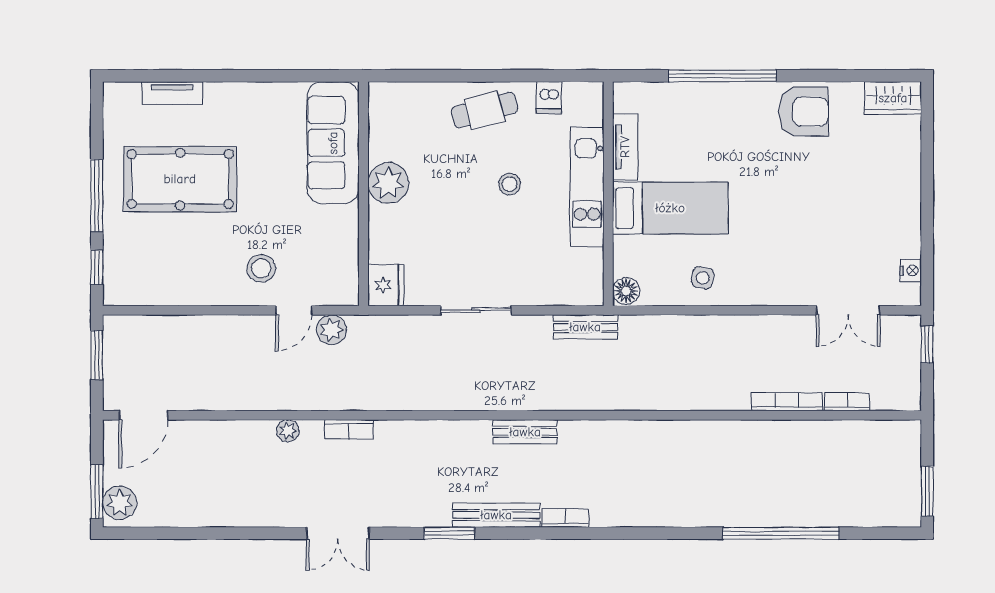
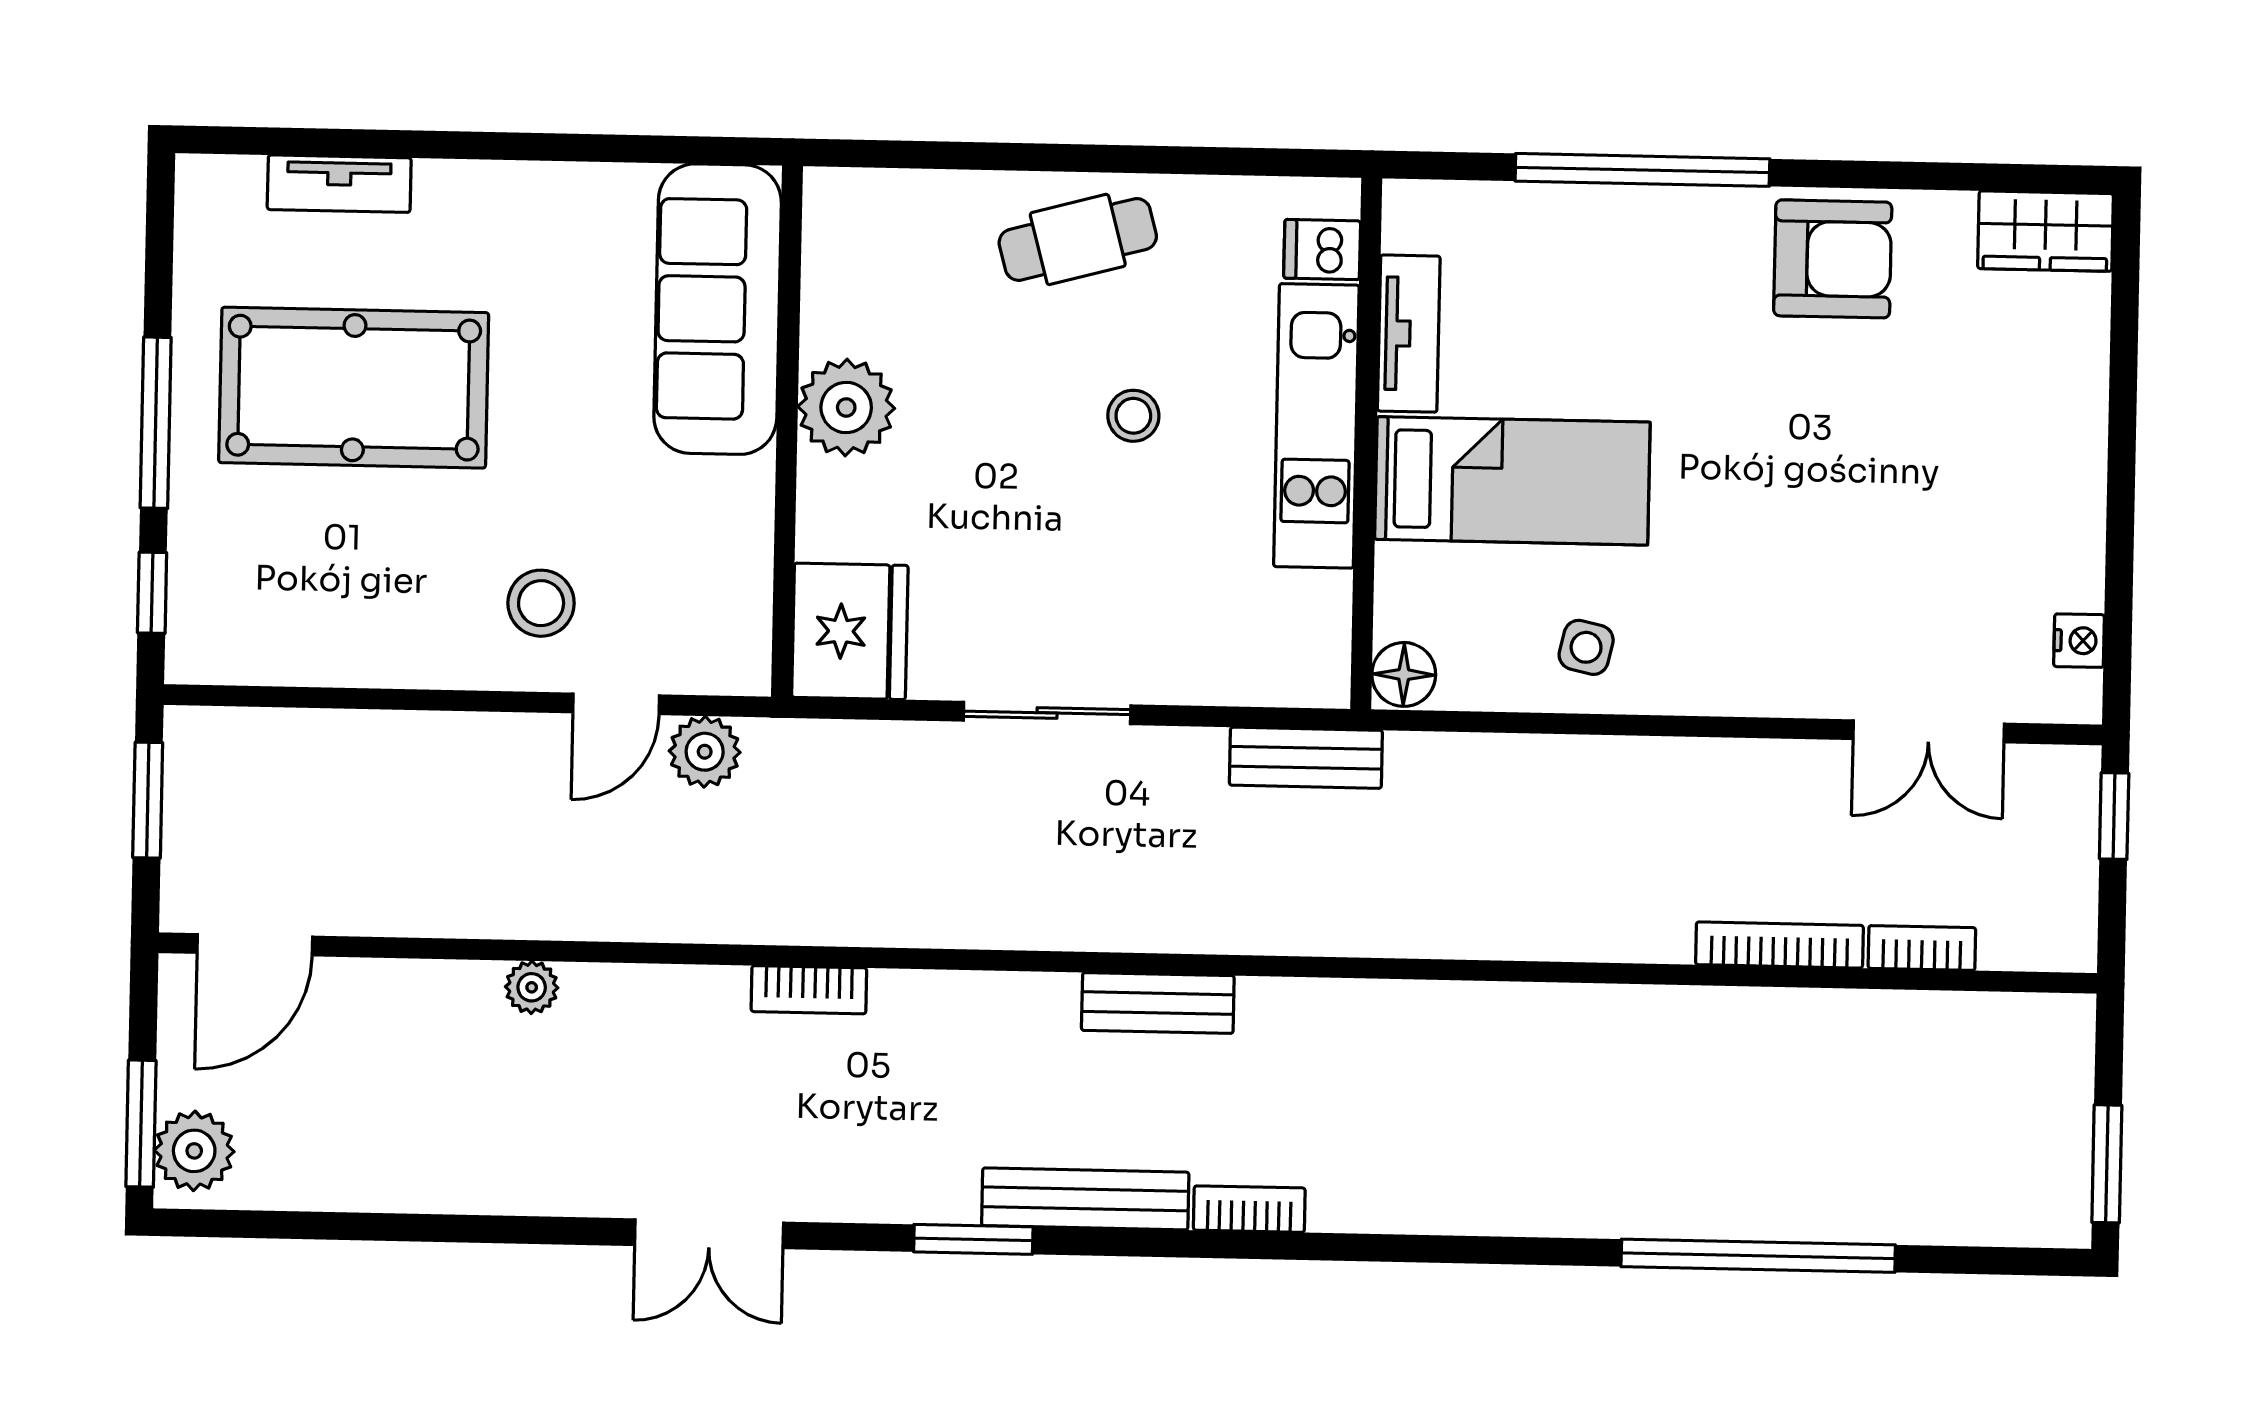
dishwasher: (549, 98) -> (1322, 250), moved, turned 90
fridge: (386, 285) -> (850, 631), width x1.36, depth x1.34
bookcase: (349, 429) -> (809, 990), moved
plant: (288, 431) -> (532, 987), moved

